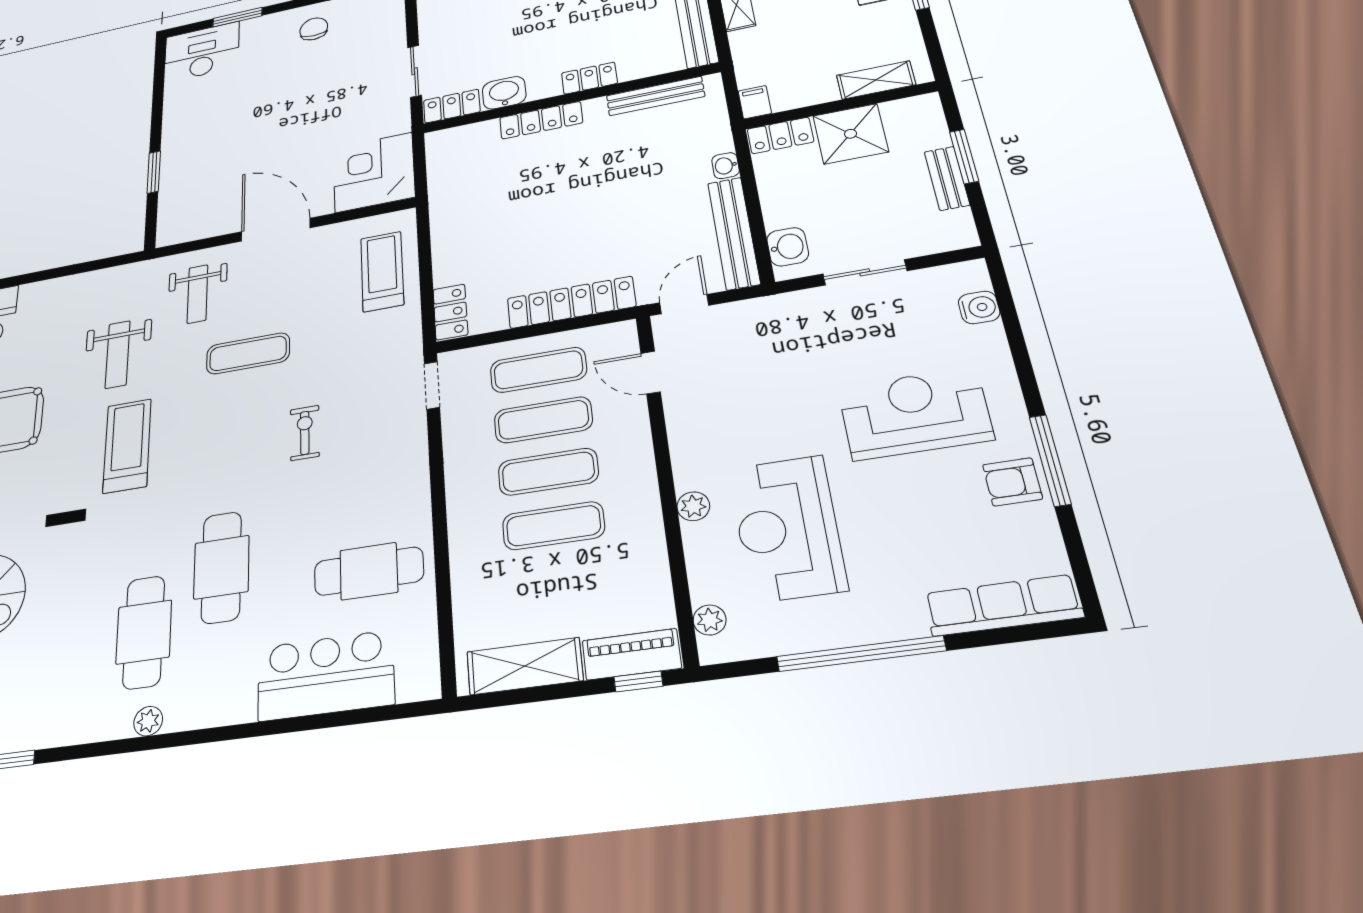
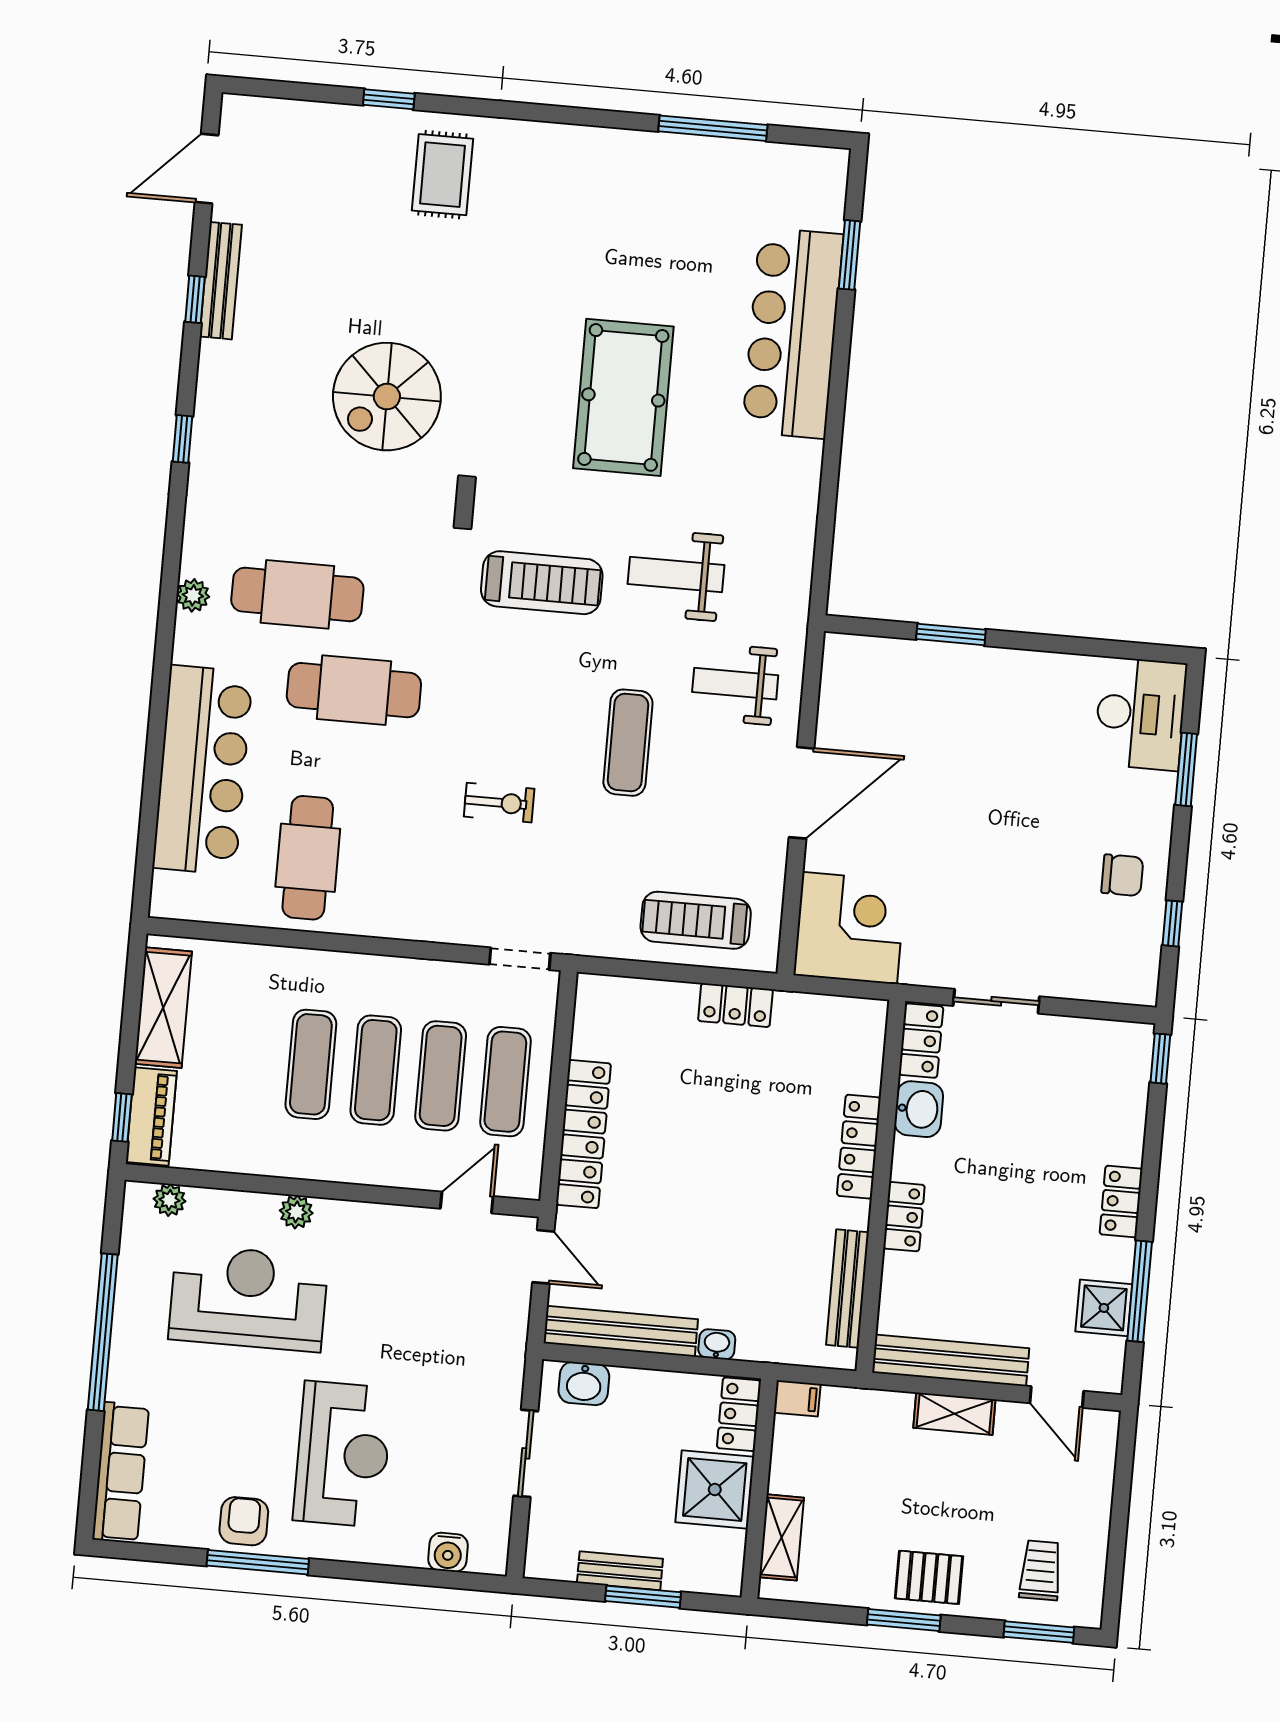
treadmill: (382, 271) -> (696, 920), turned 180
locker: (450, 312) -> (735, 1005), moved
bar counter: (325, 675) -> (203, 770), width x1.36

